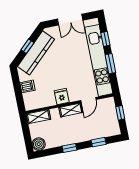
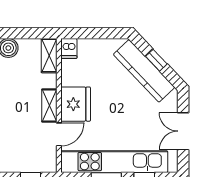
dishwasher: (28, 86) -> (69, 48), moved
fridge: (62, 97) -> (76, 104), width x1.88, depth x1.34
door: (88, 100) -> (59, 134), swing flipped

